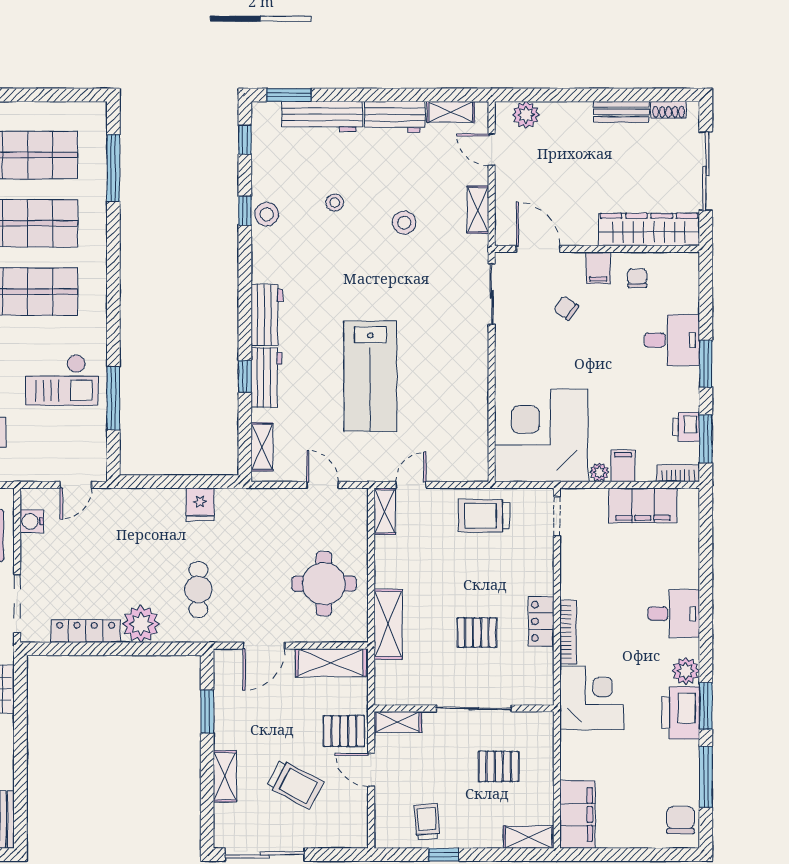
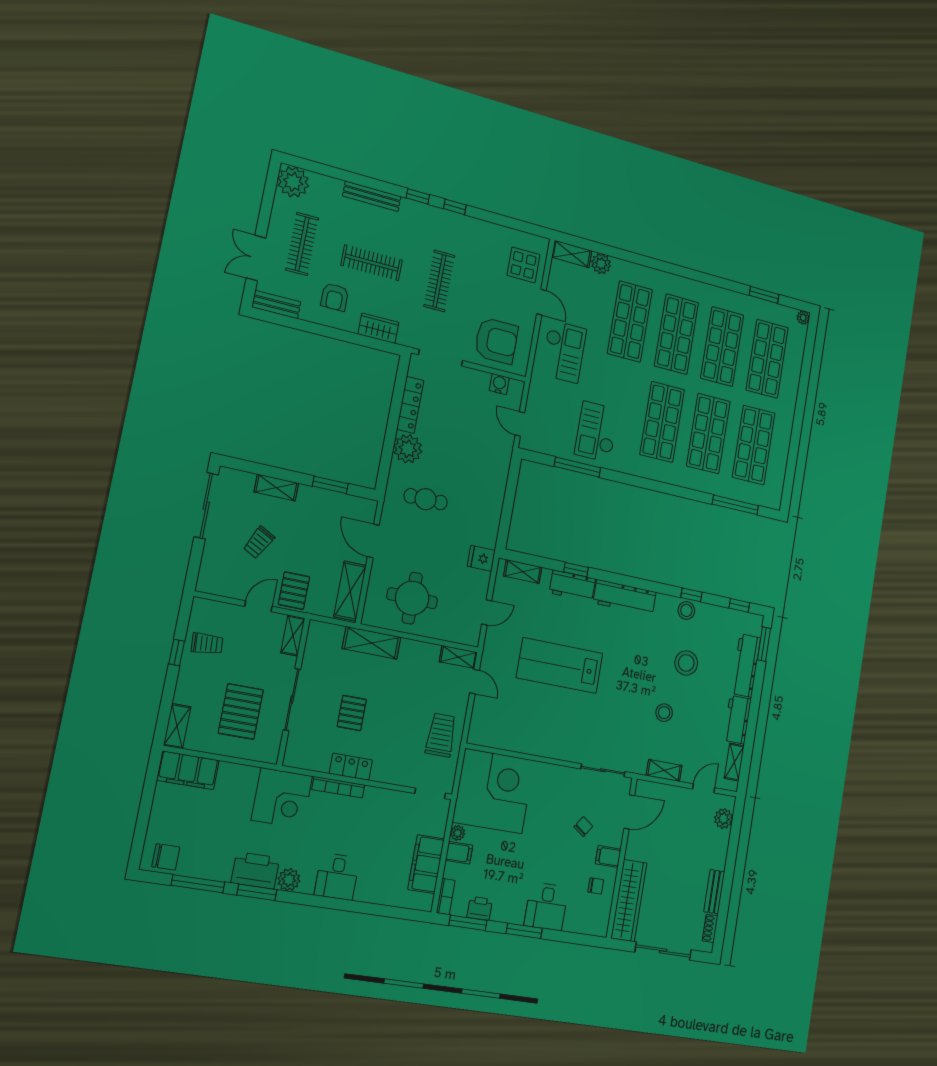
stool: (335, 203) -> (686, 663), width x1.89, depth x1.89
workbench: (267, 315) -> (625, 597), width x1.38
fridge: (200, 504) -> (481, 558), moved
pallet: (499, 766) -> (241, 711), width x1.50, depth x1.42
trolley: (295, 784) -> (259, 542), width x0.73, depth x0.72

